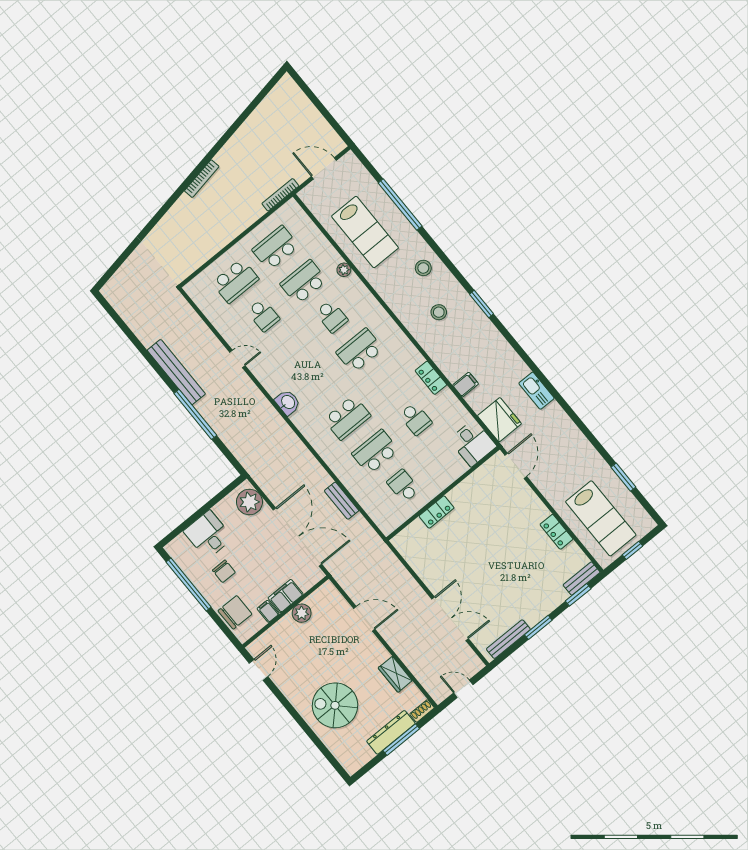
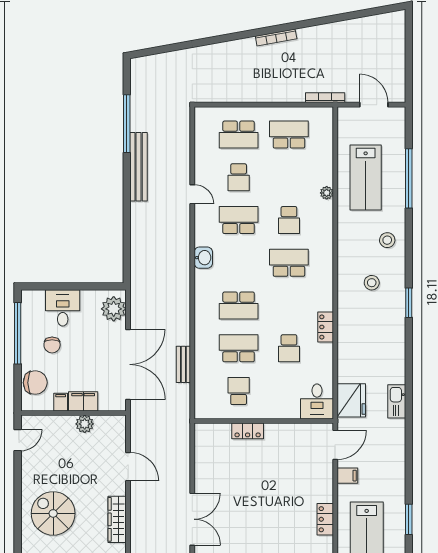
school desk: (304, 282) -> (239, 220), moved
filing cabinet: (466, 385) -> (347, 476), moved
window: (195, 414) -> (127, 124), moved
wardrobe: (395, 674) -> (117, 519), width x1.50

